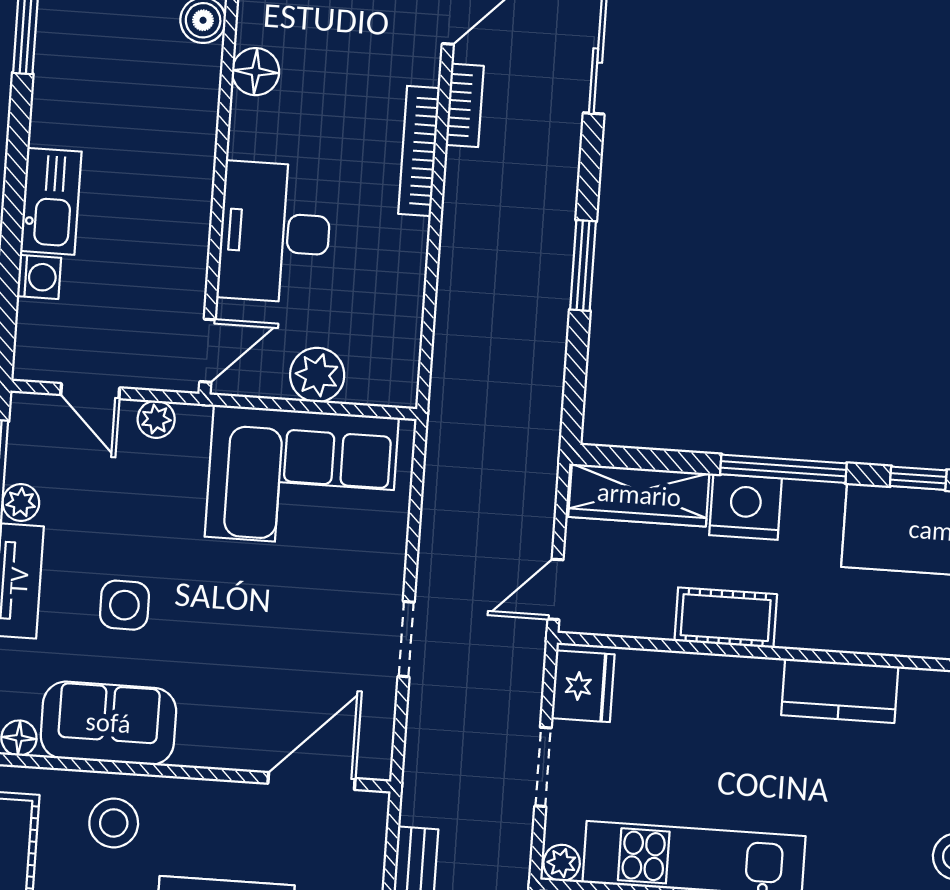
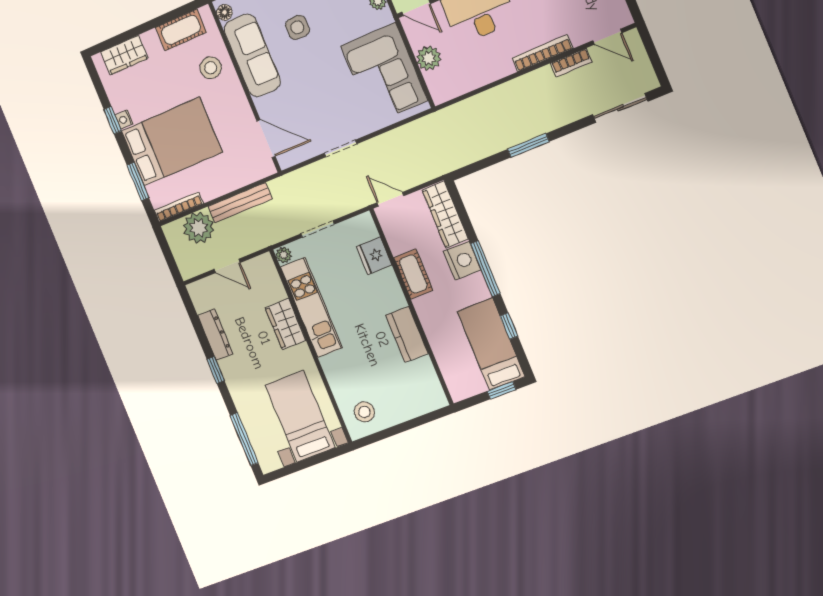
fridge: (583, 686) -> (374, 256), moved, turned 90
sofa: (108, 723) -> (252, 55), width x1.36

